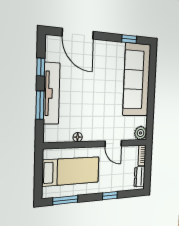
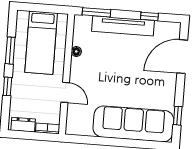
window: (40, 105) -> (96, 12), moved
plant: (141, 133) -> (73, 127), removed
door: (113, 143) -> (65, 92), swing flipped
window: (65, 200) -> (10, 51), moved

